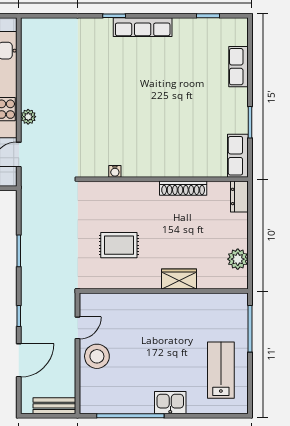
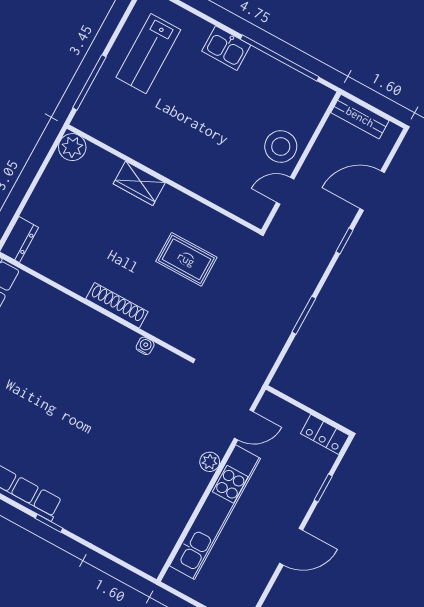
shoe rack: (183, 188) -> (117, 305), moved
plant: (238, 259) -> (72, 147), moved

